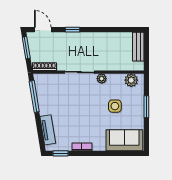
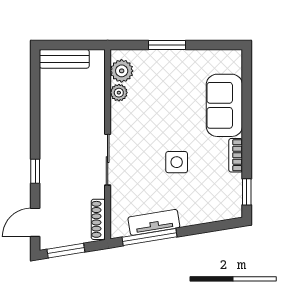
plant: (102, 79) -> (119, 93), moved
side table: (115, 106) -> (177, 162), moved
tv unit: (48, 130) -> (154, 222), moved
sofa: (124, 140) -> (224, 105), moved

